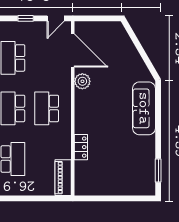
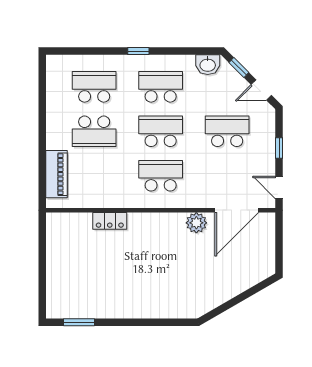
sofa: (144, 108) -> (161, 304), removed
piano: (63, 178) -> (56, 174), moved, turned 90

